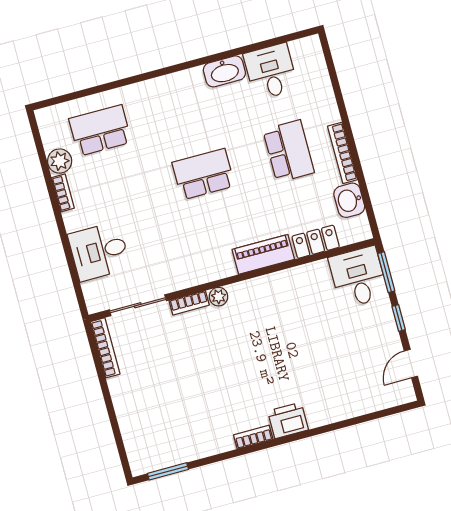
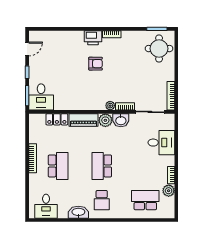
desk: (271, 71) -> (46, 206), moved
school desk: (185, 107) -> (102, 200), added
school desk: (100, 130) -> (145, 200), turned 180
school desk: (289, 151) -> (58, 166), turned 180
school desk: (203, 174) -> (102, 166), turned 90
washbasin: (349, 200) -> (121, 120), moved, turned 90
plant: (220, 265) -> (105, 120), added
armchair: (269, 371) -> (96, 64), added
round table: (153, 434) -> (159, 49), added

